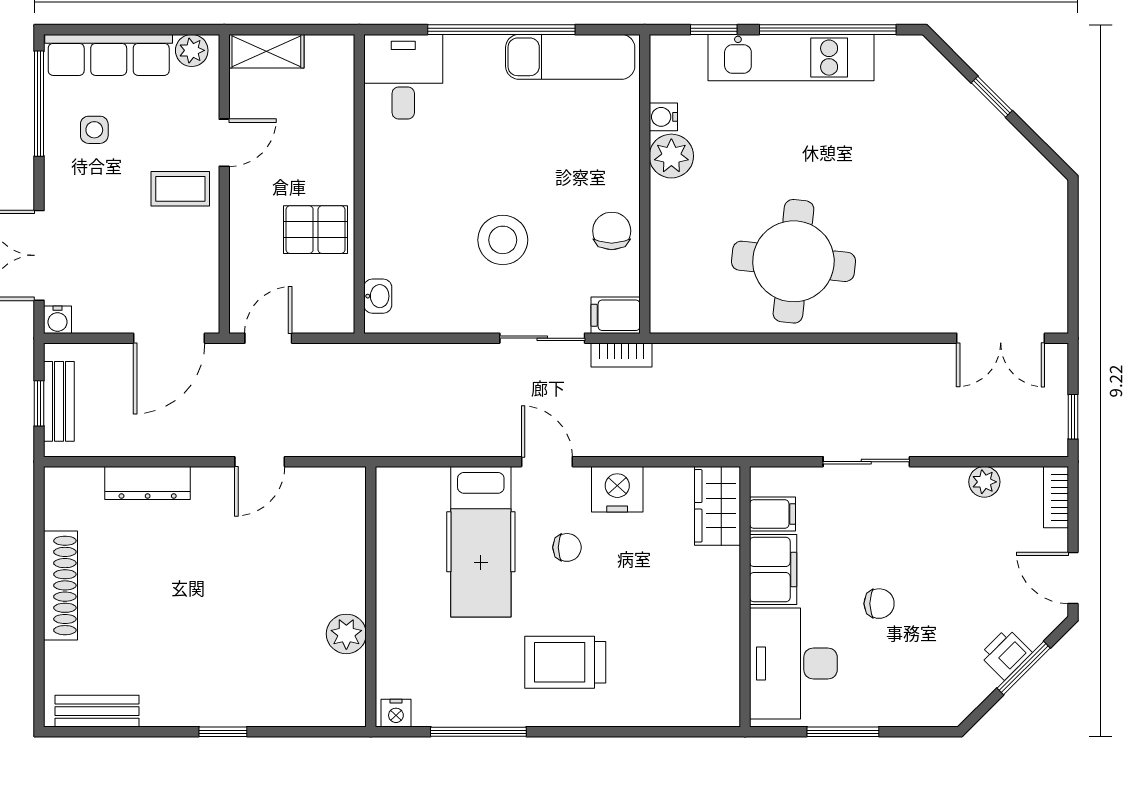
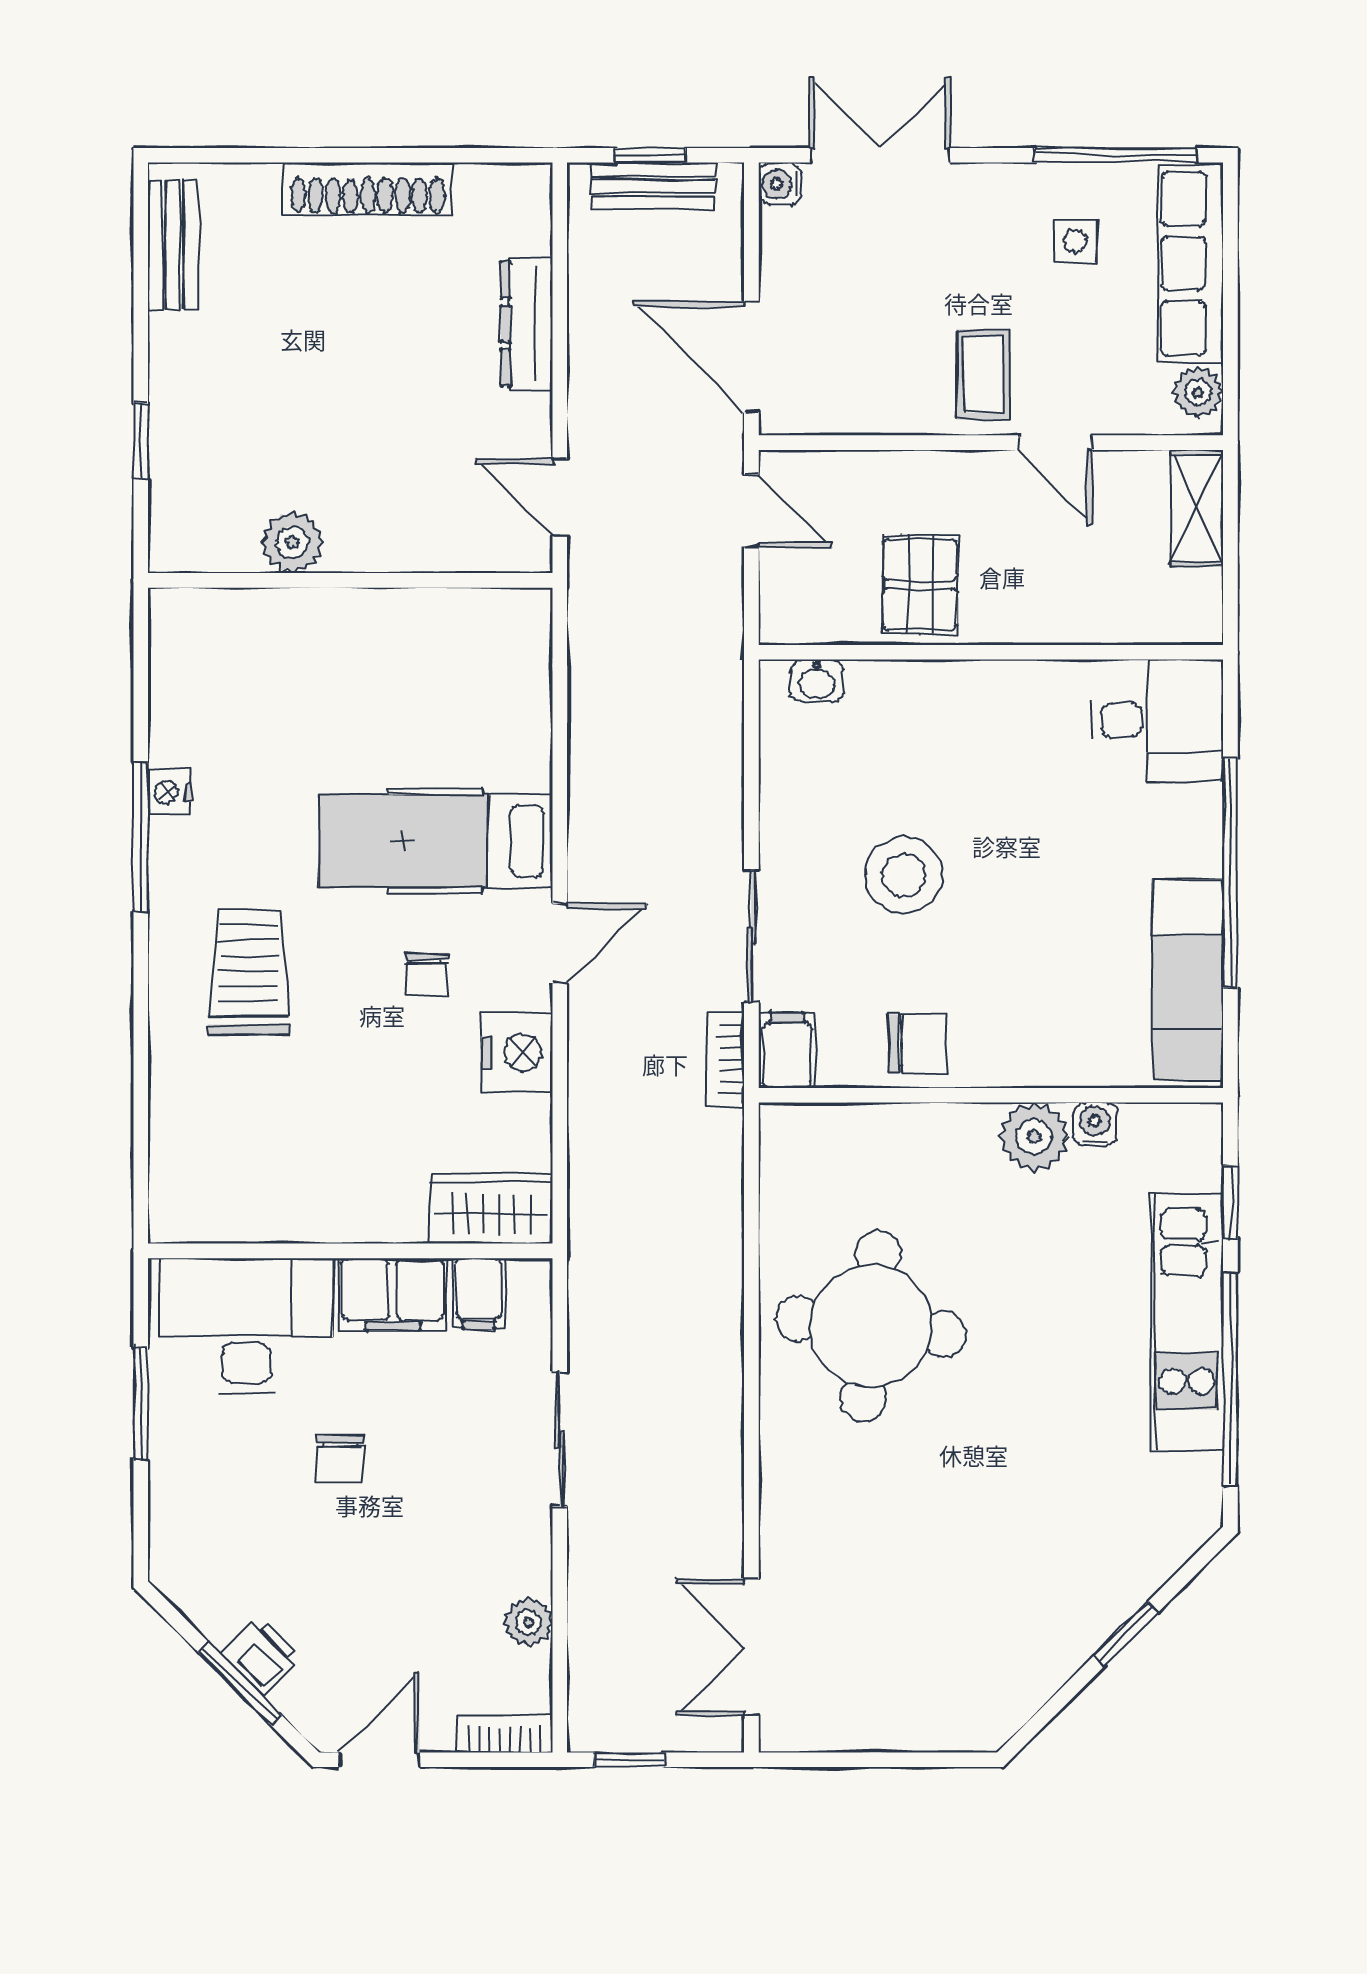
wall: (371, 597) -> (350, 580), moved
plant: (346, 634) -> (292, 542), moved
nightstand: (396, 713) -> (170, 792), moved

